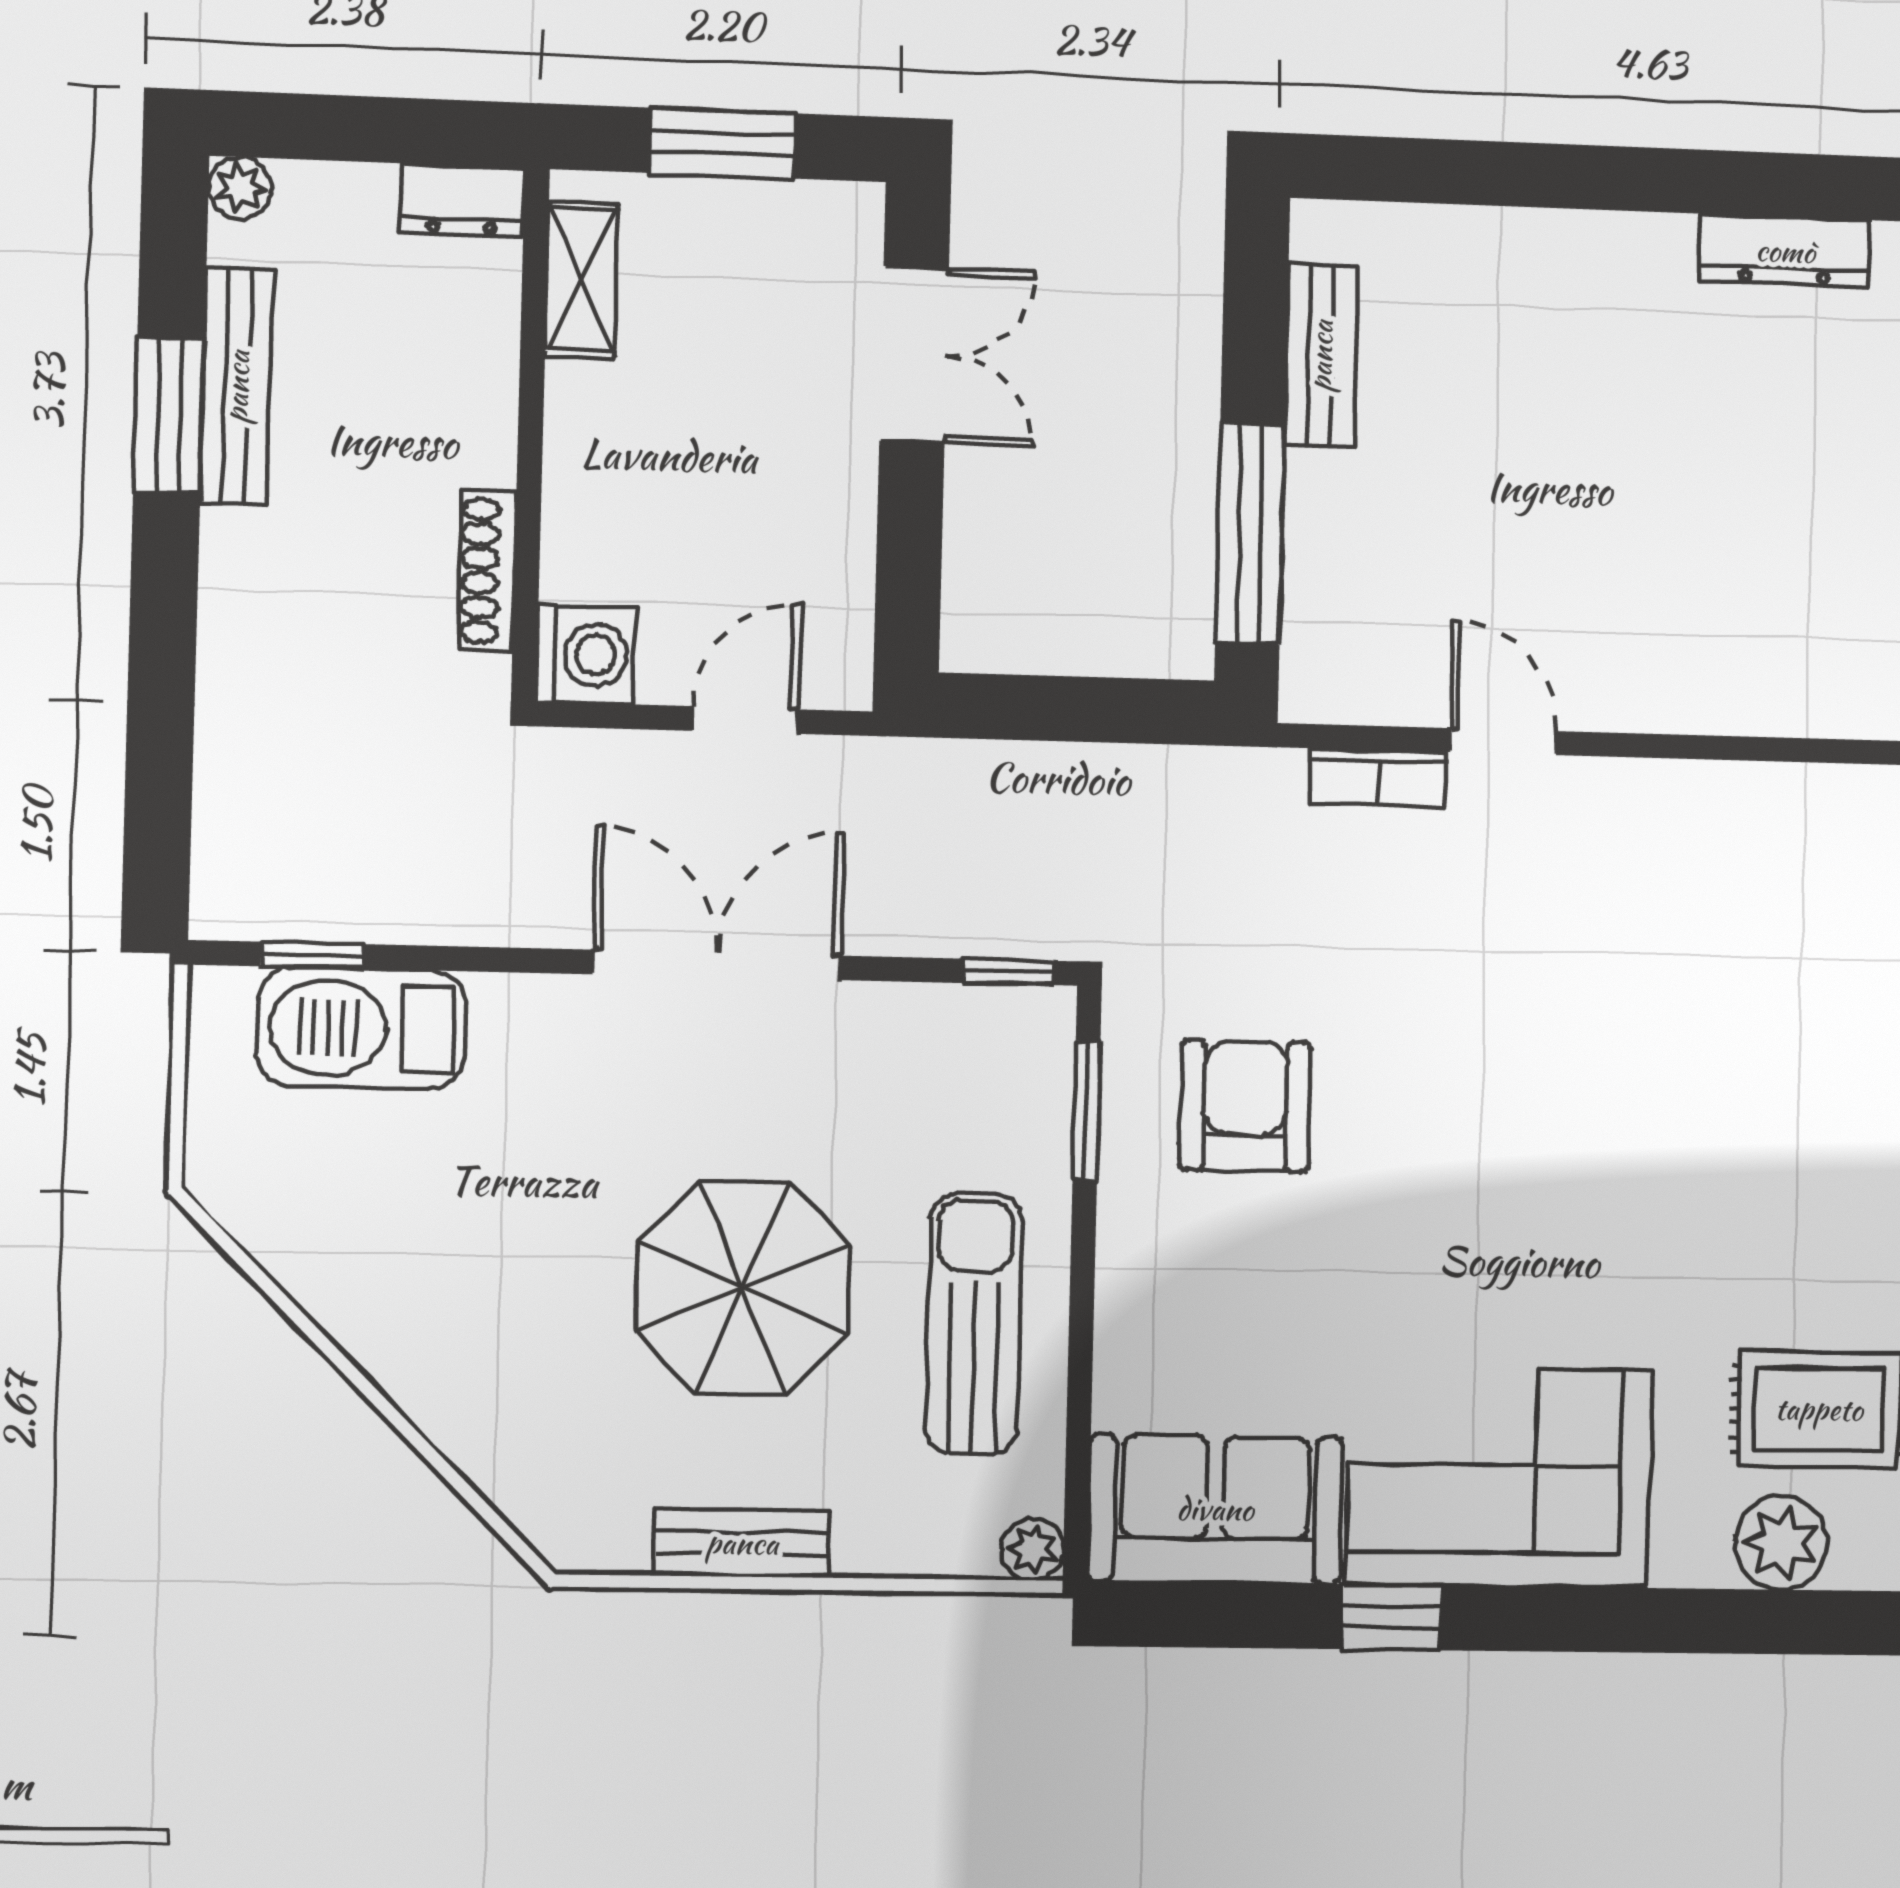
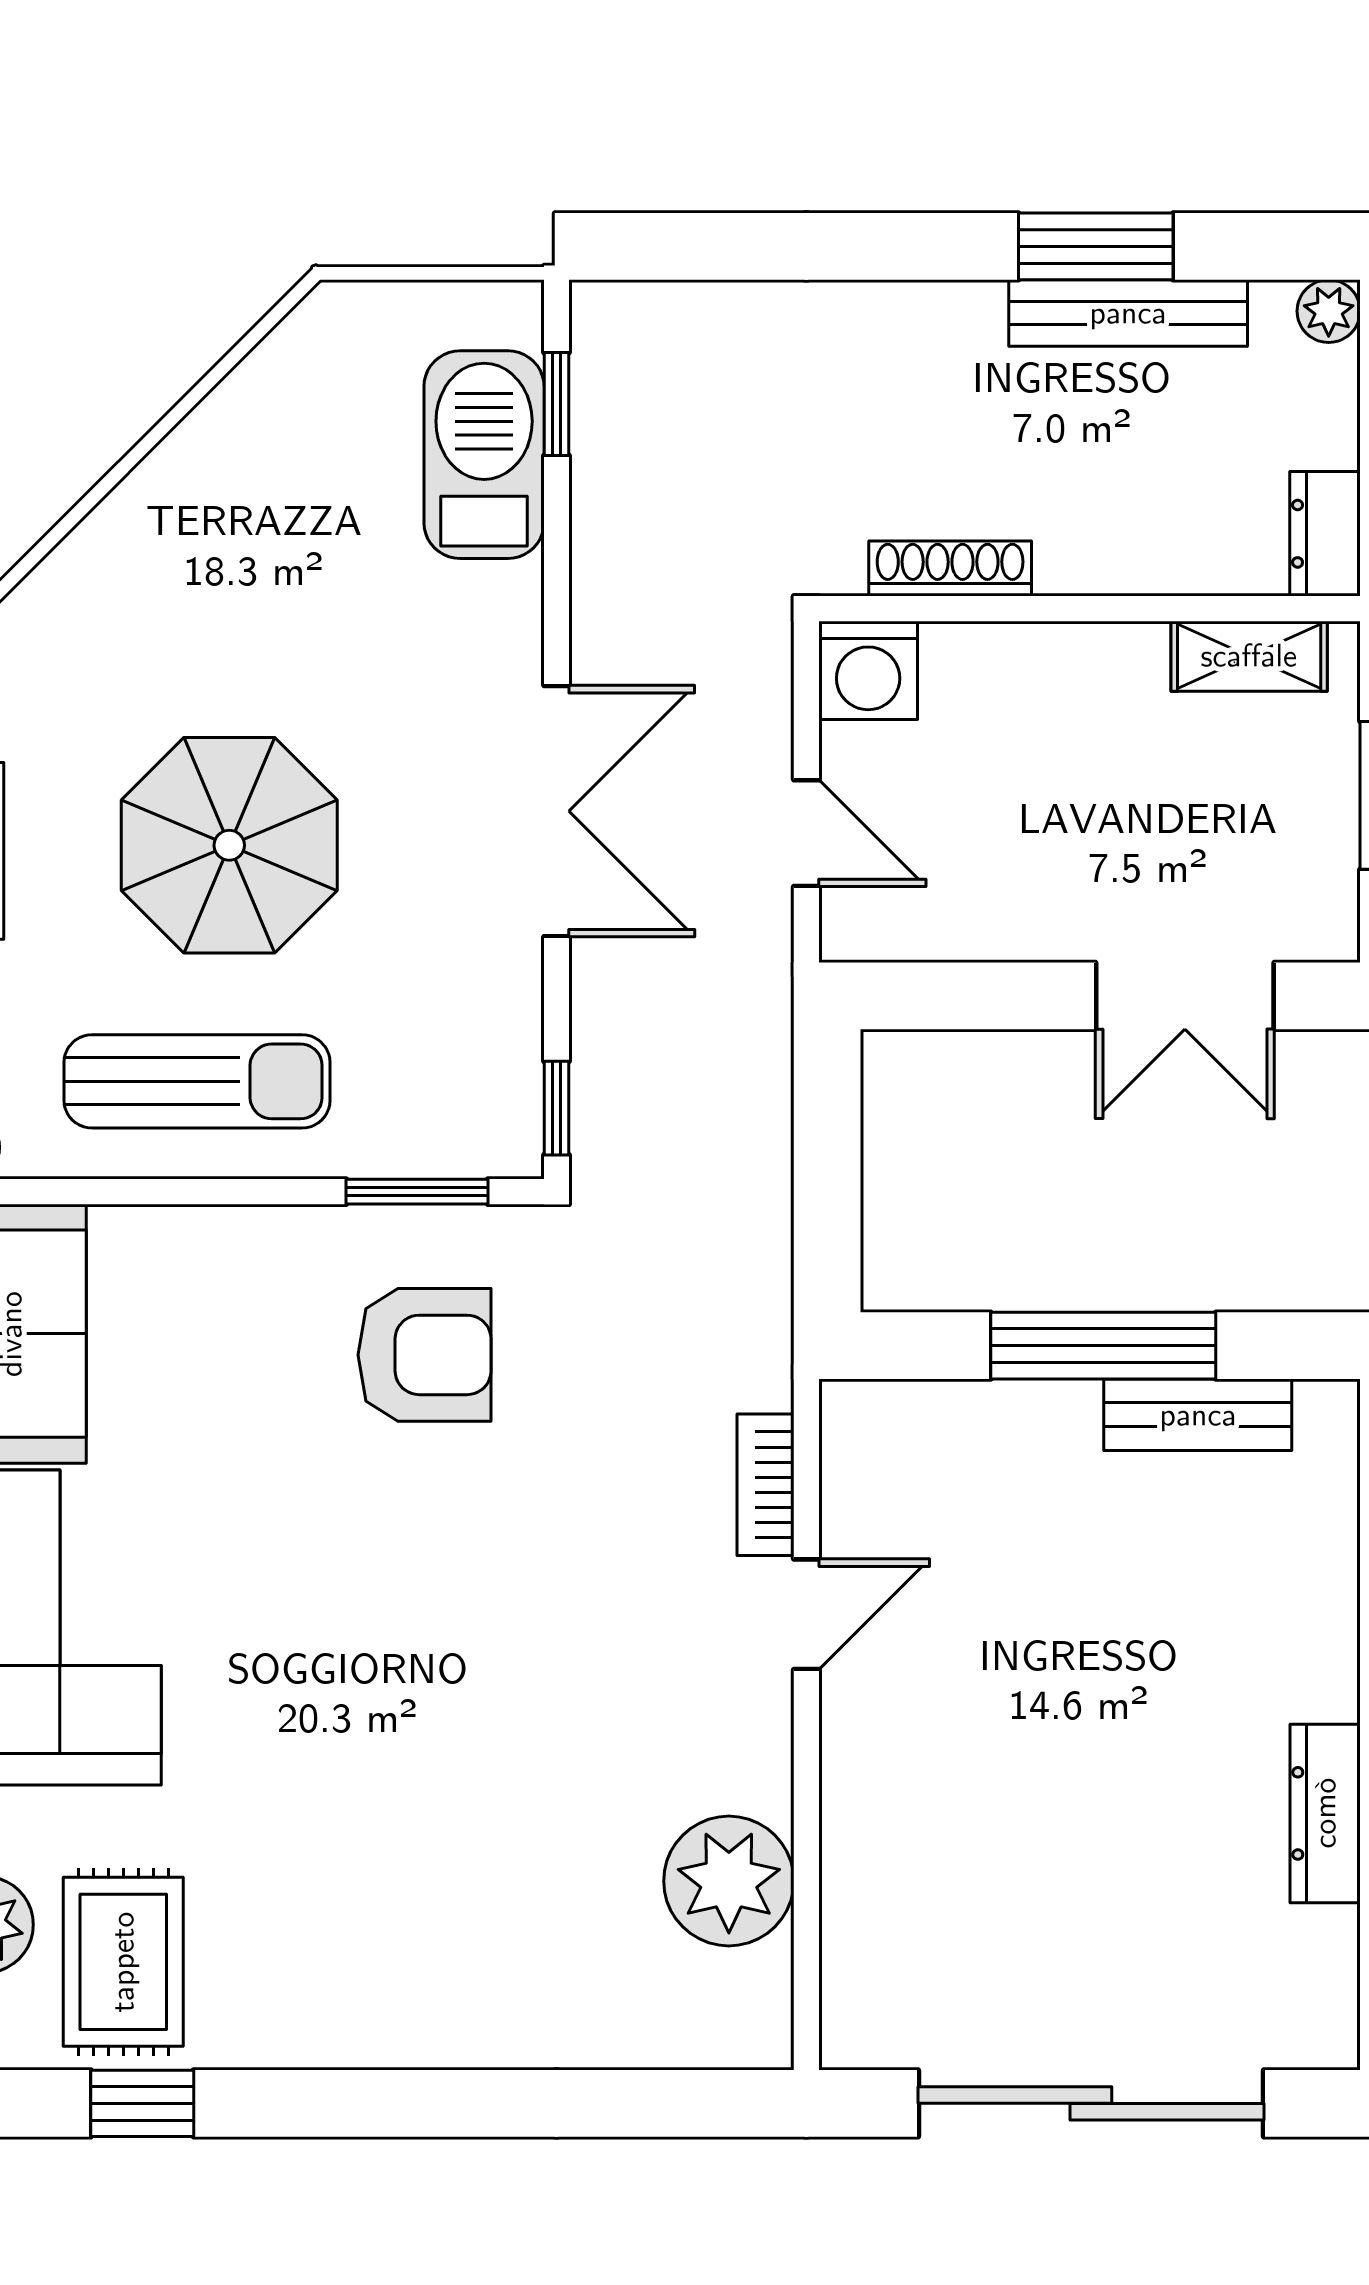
dresser: (1785, 251) -> (1325, 1813), moved
window: (1250, 534) -> (1103, 1346), moved
plant: (1756, 824) -> (729, 1881), added

